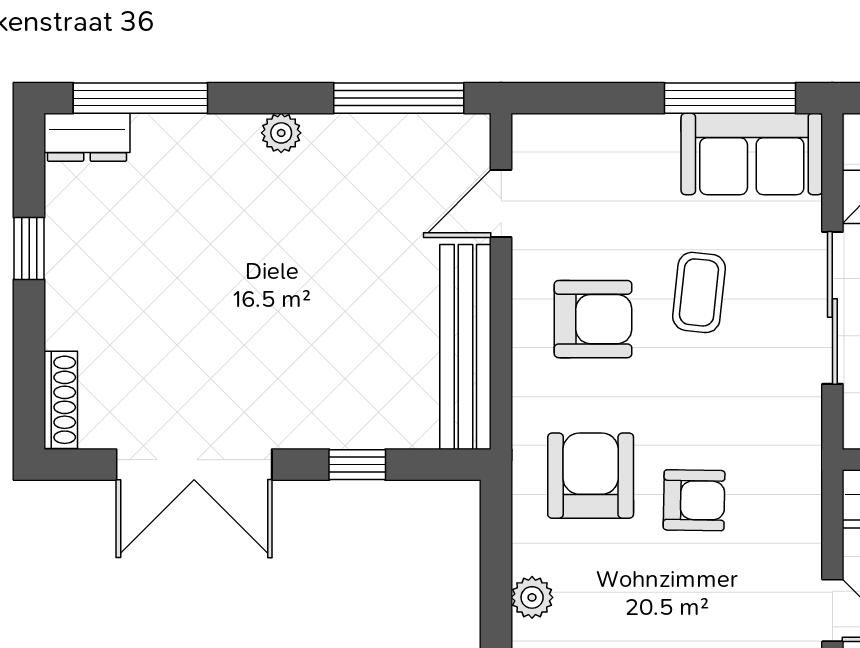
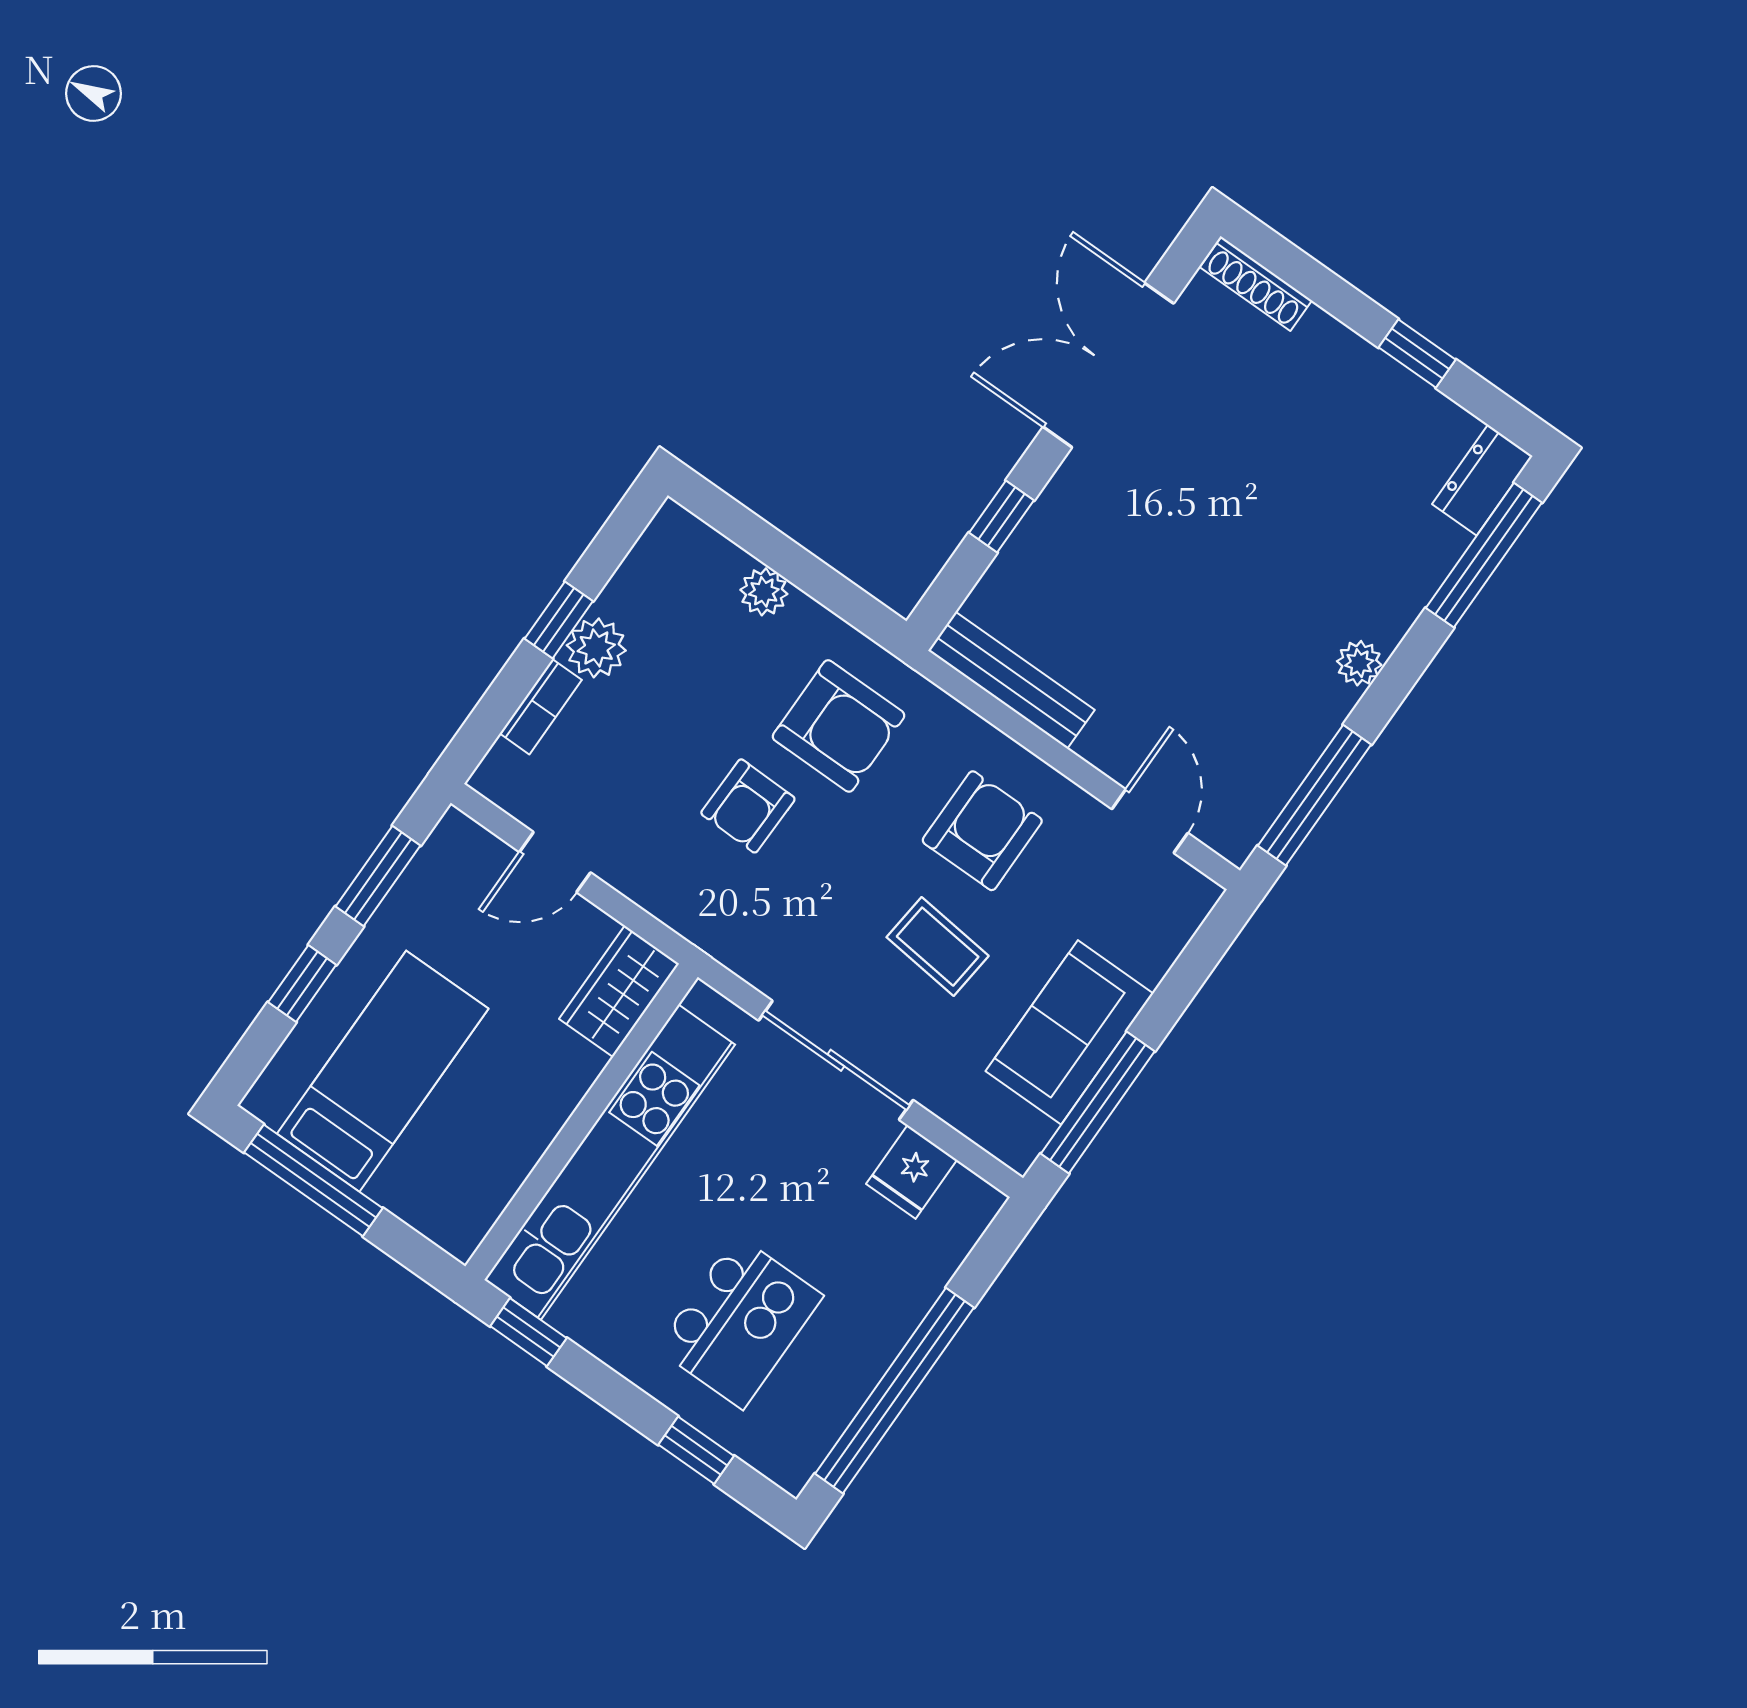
sofa: (752, 154) -> (1070, 1032), moved
armchair: (593, 319) -> (982, 831), turned 180
bench: (465, 347) -> (1011, 680), width x0.73, depth x0.82

